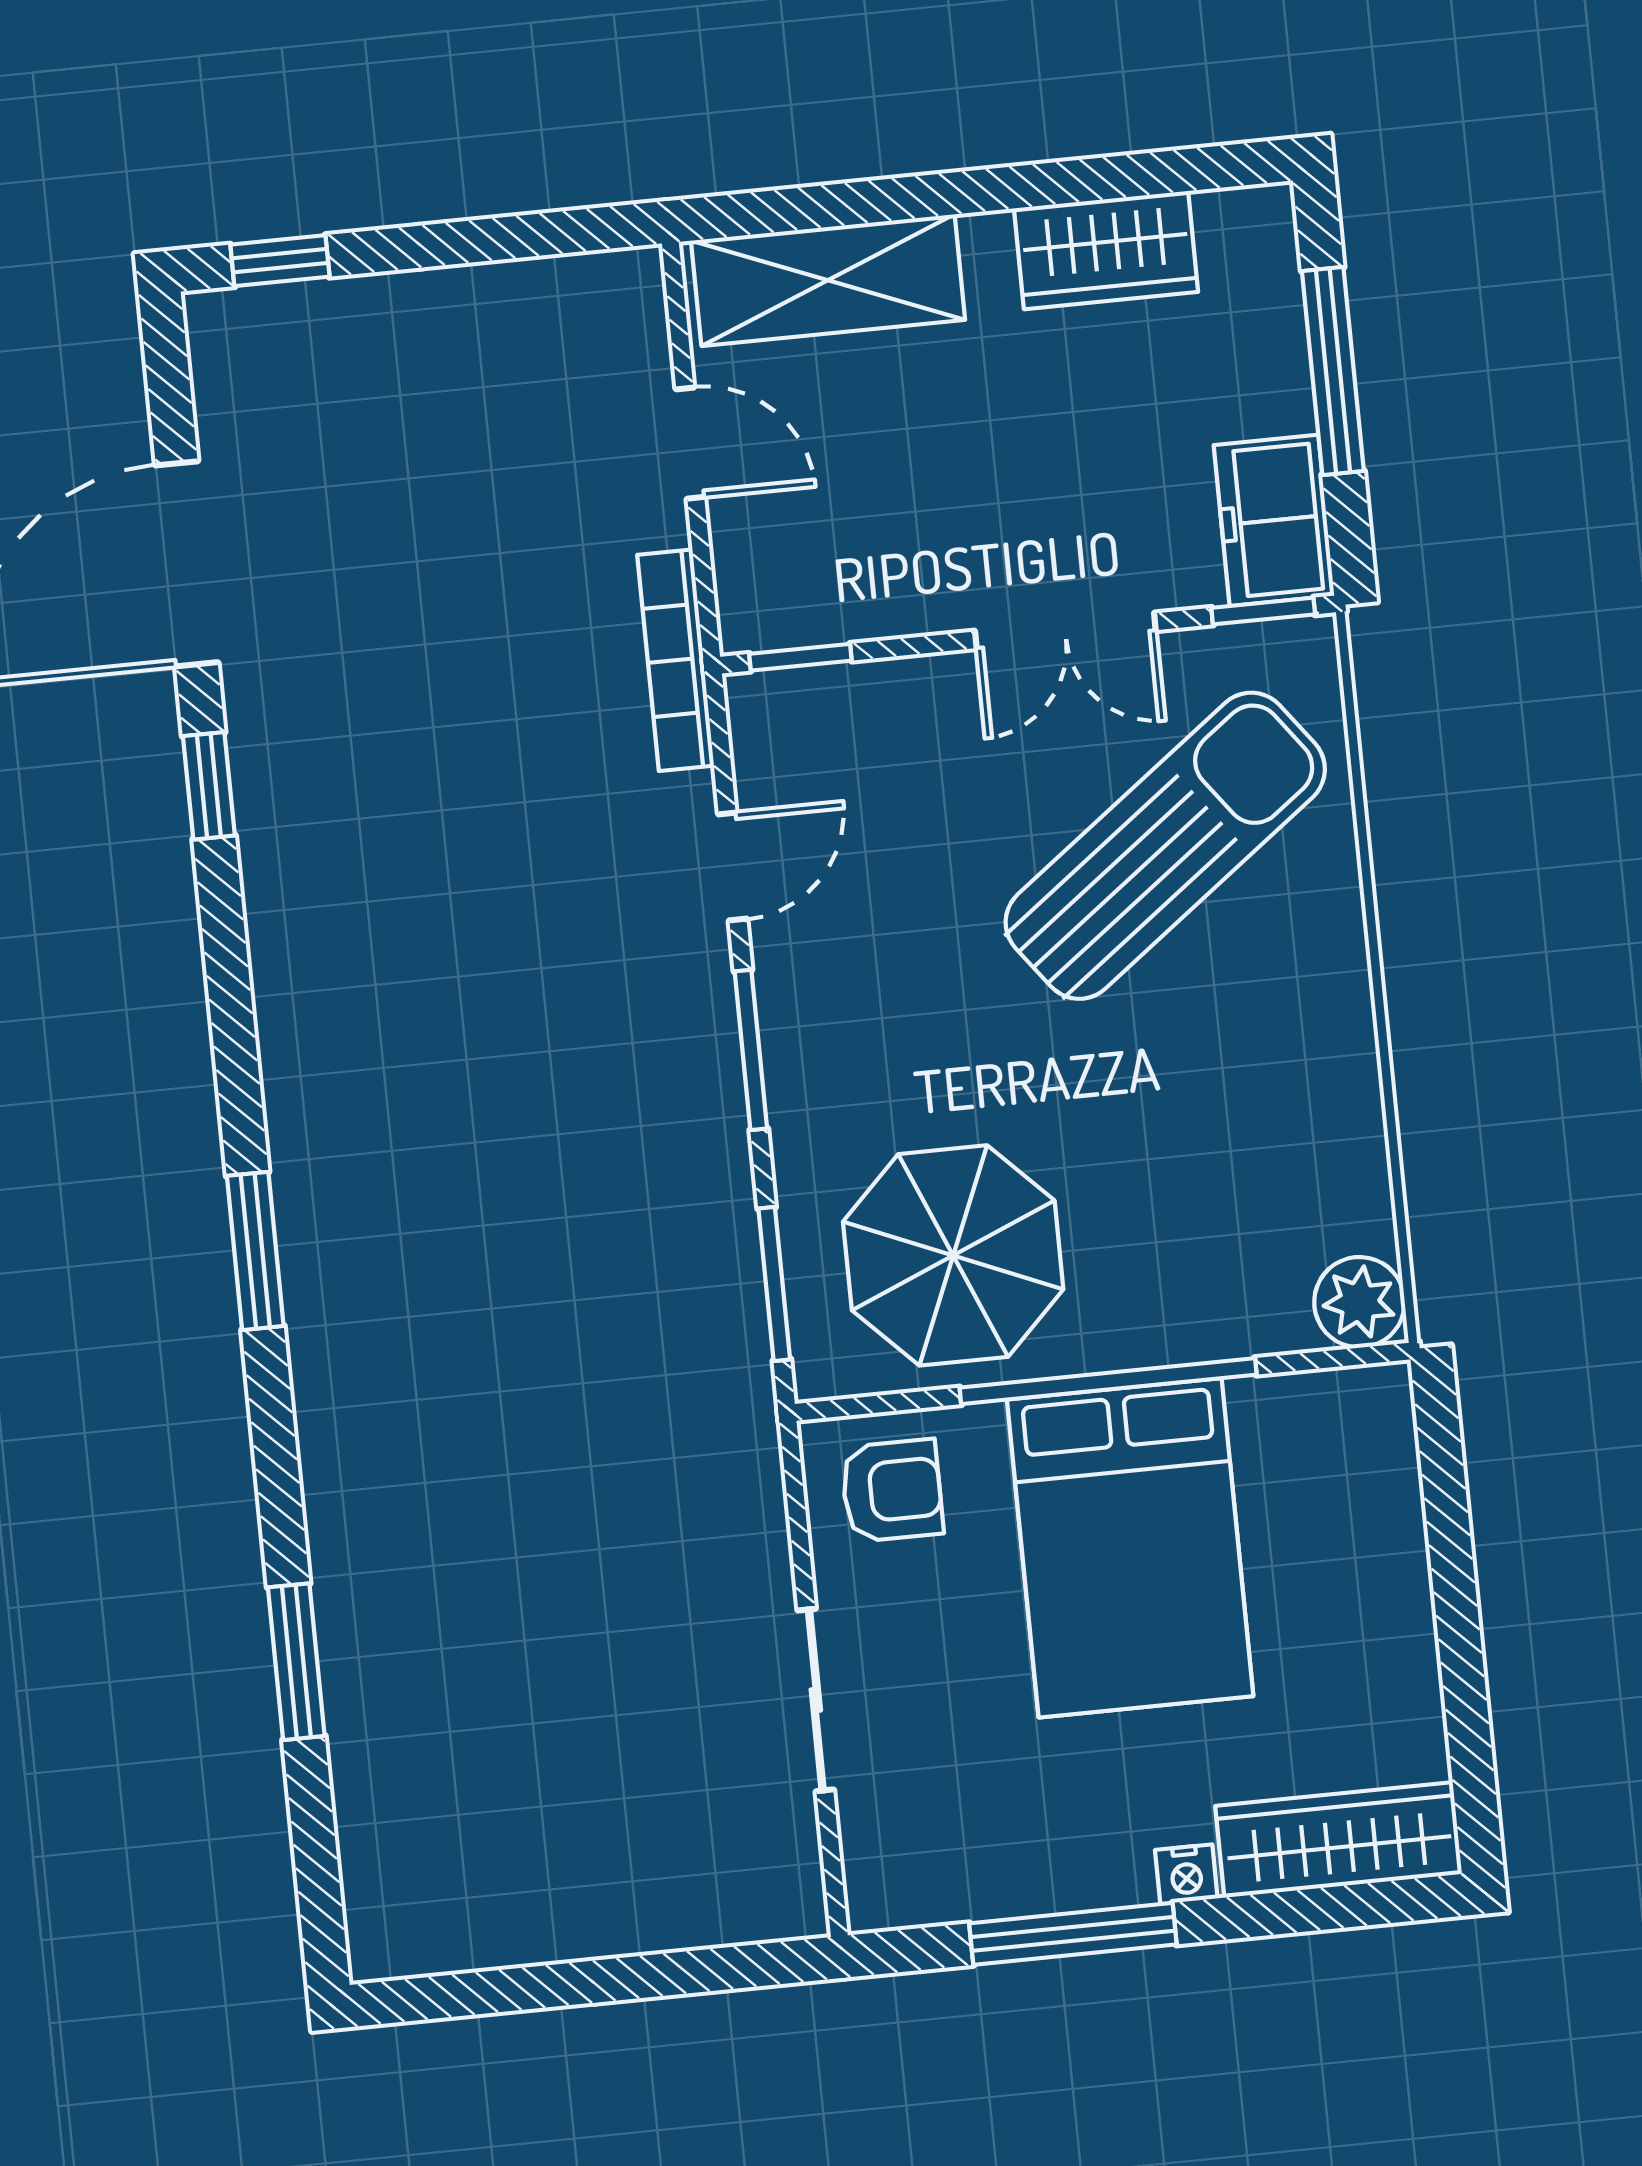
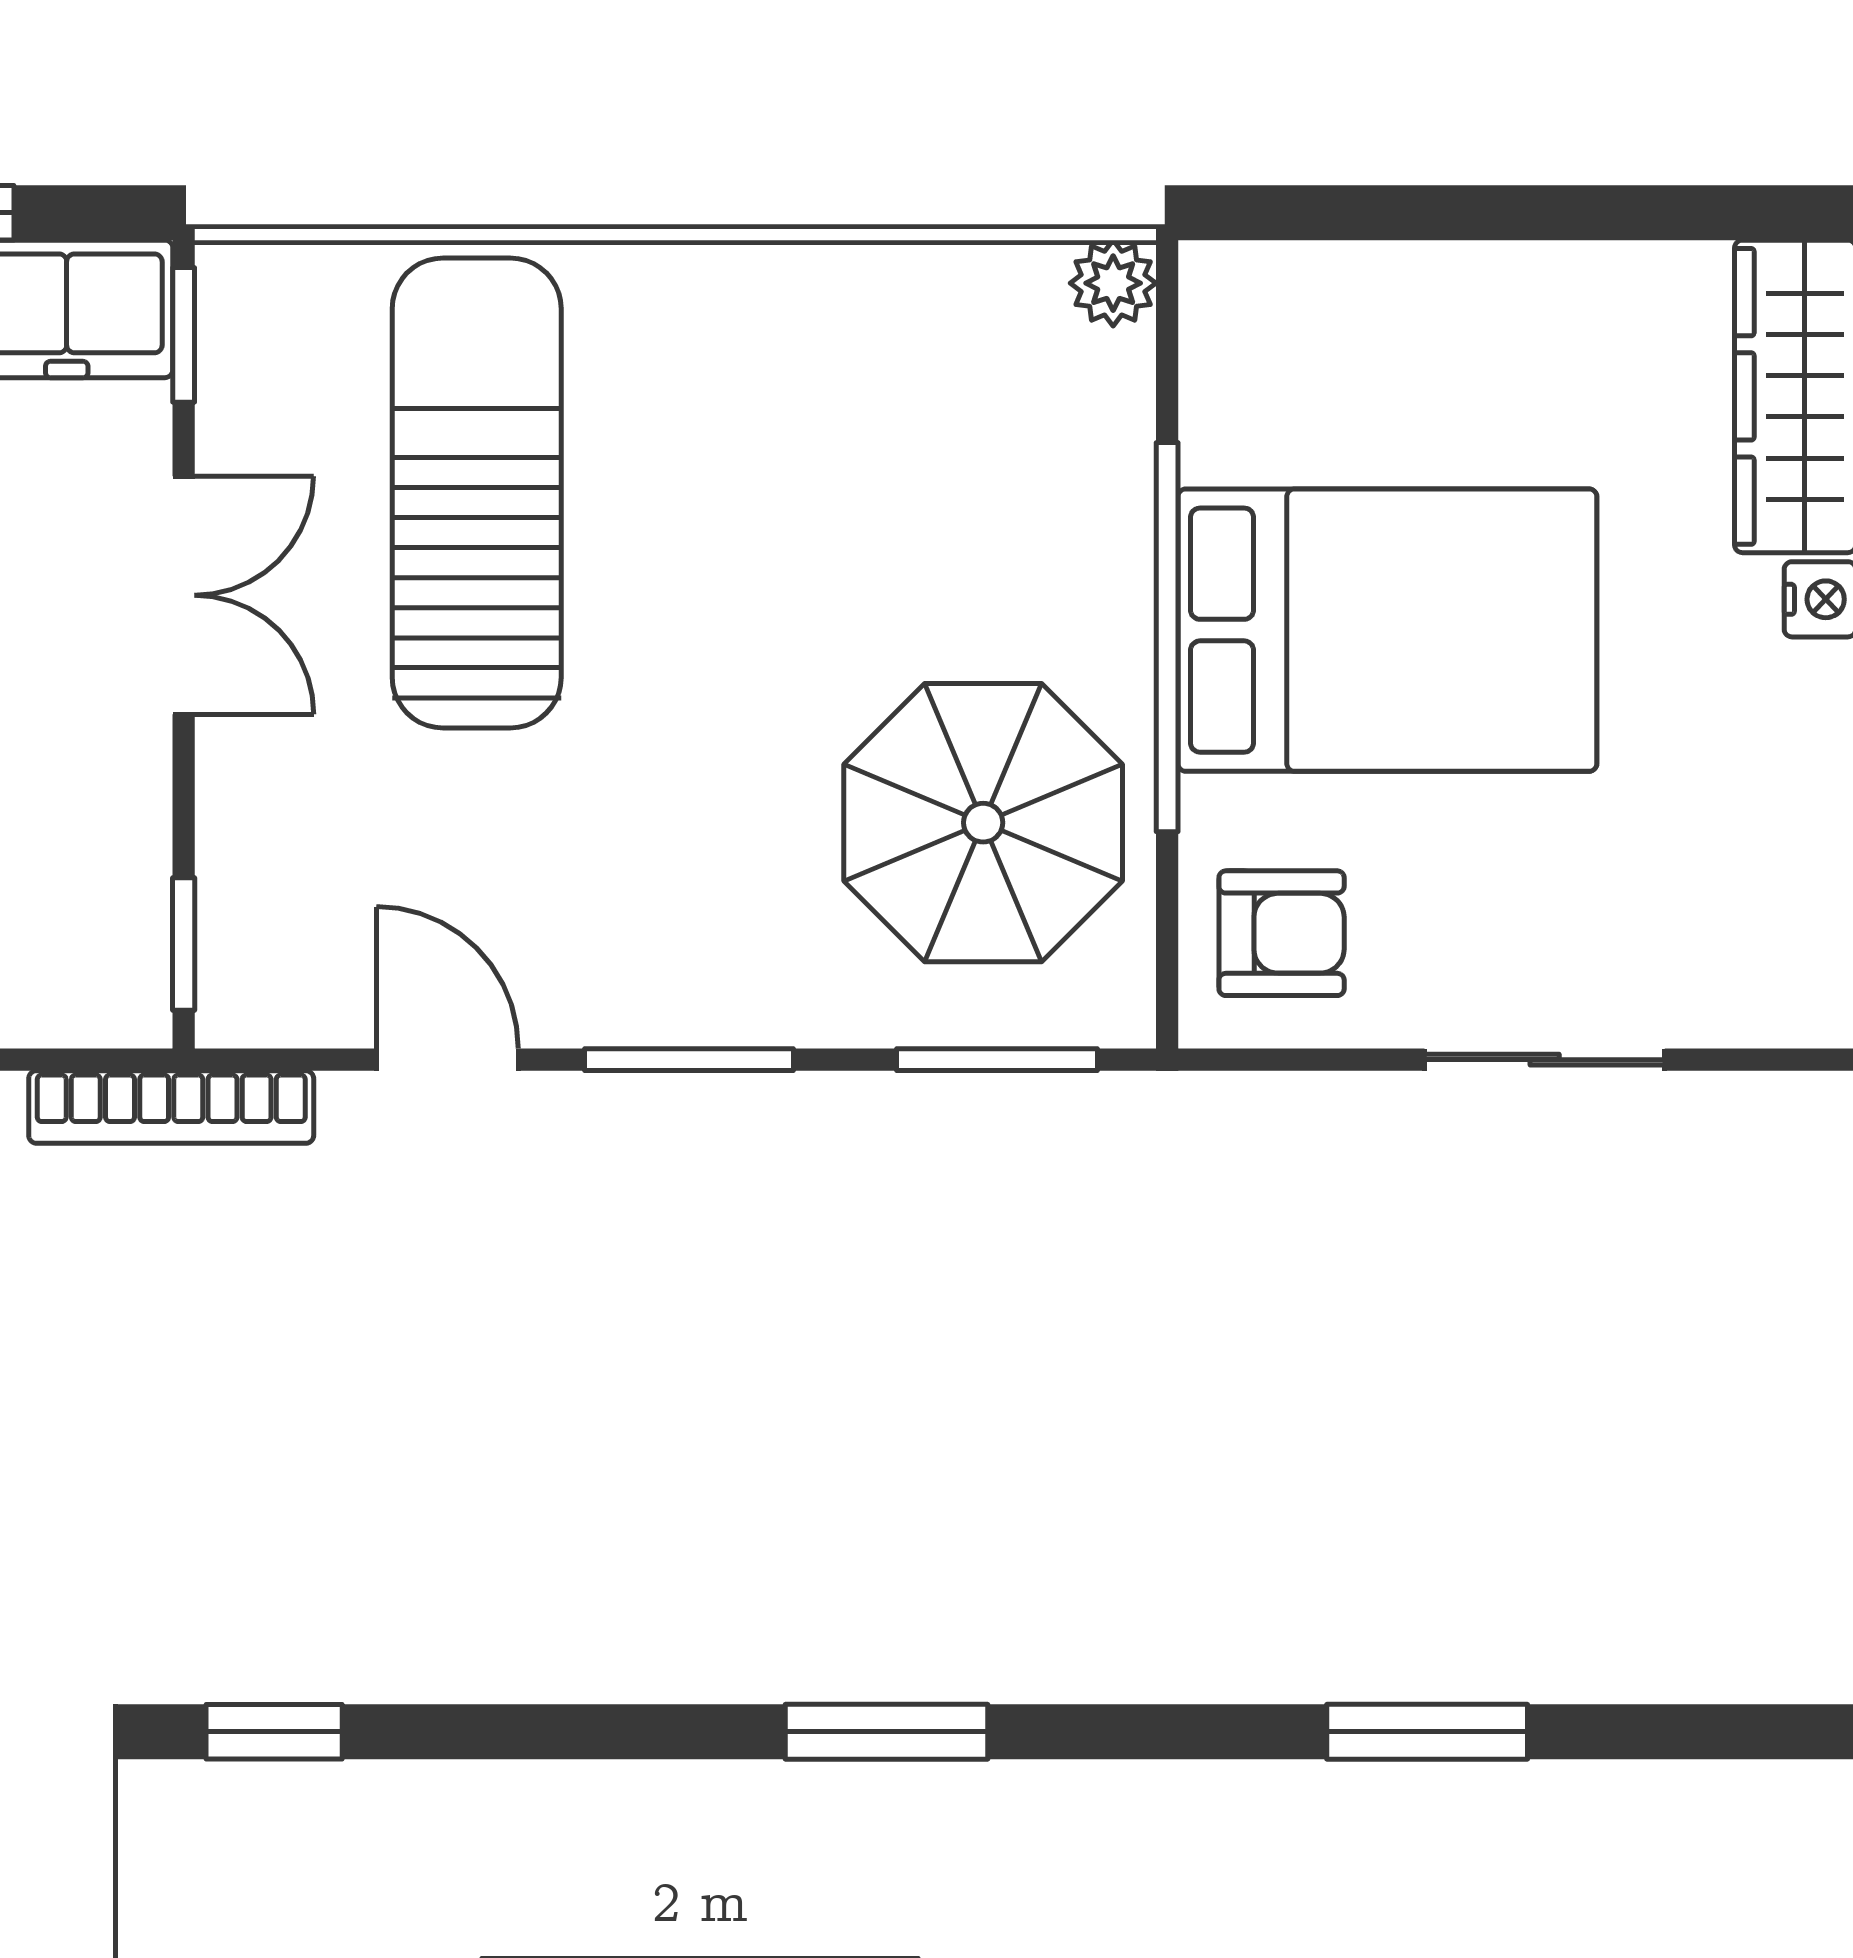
sun lounger: (1165, 846) -> (477, 493), turned 37
plant: (1359, 1302) -> (1113, 283), width x0.73, depth x0.73
armchair: (892, 1491) -> (1282, 933), turned 90

